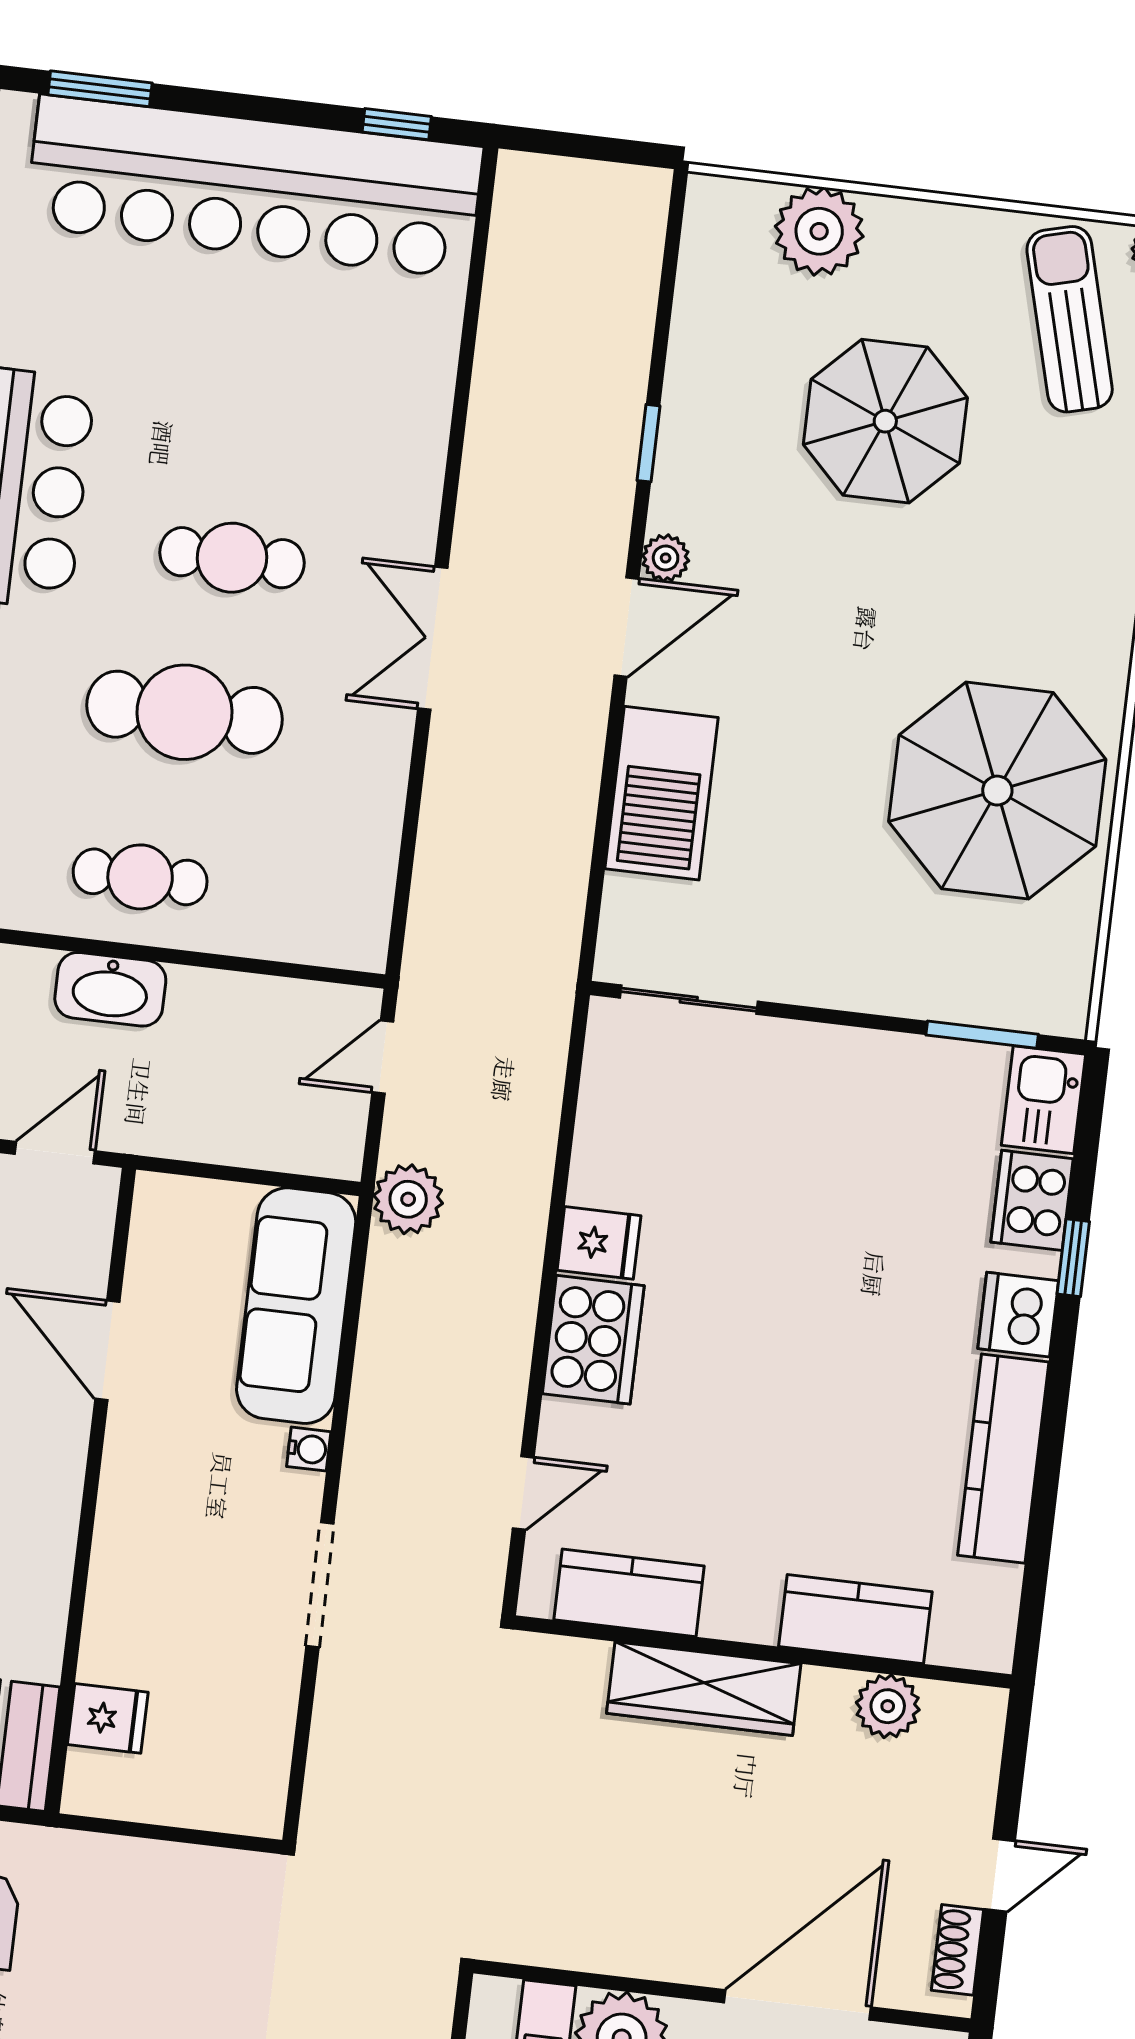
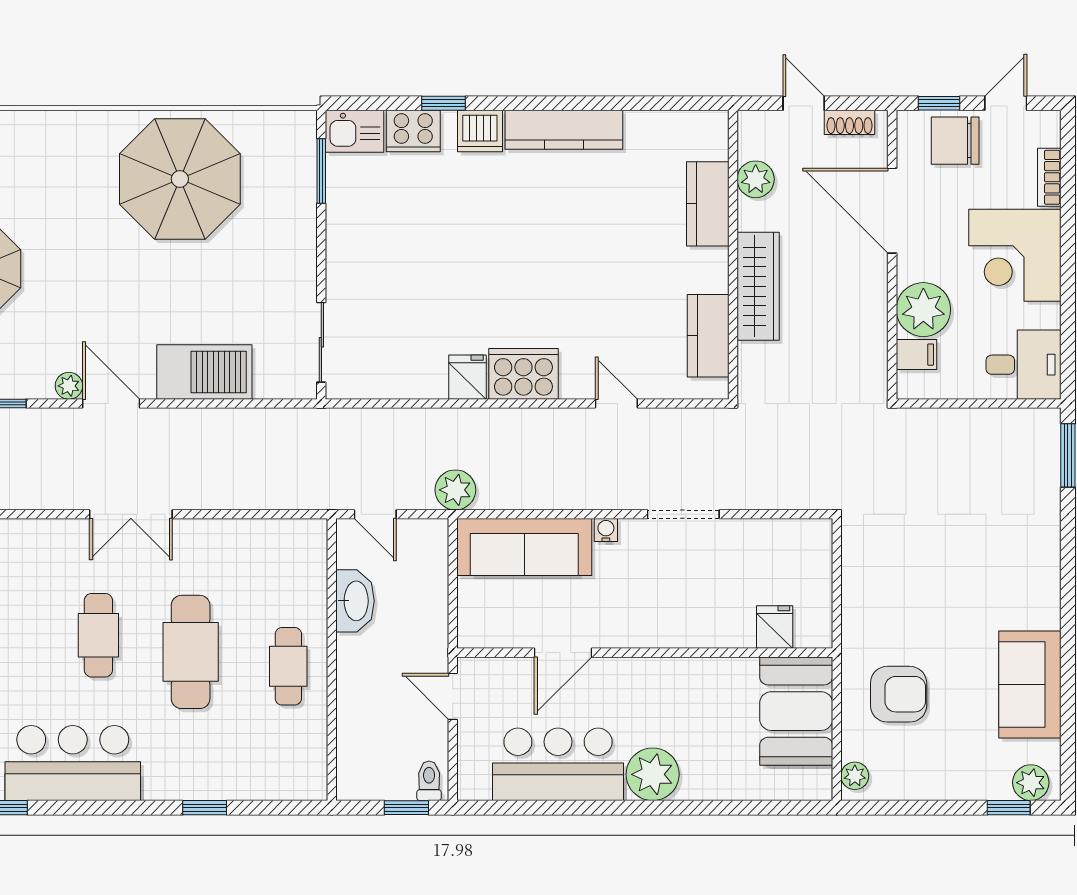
washbasin: (110, 989) -> (355, 601), moved
kitchen counter: (629, 1593) -> (708, 336), moved
kitchen counter: (855, 1619) -> (708, 204), moved
wall: (763, 1652) -> (733, 255), moved
wardrobe: (704, 1689) -> (758, 286), moved
plant: (888, 1706) -> (756, 179), moved

